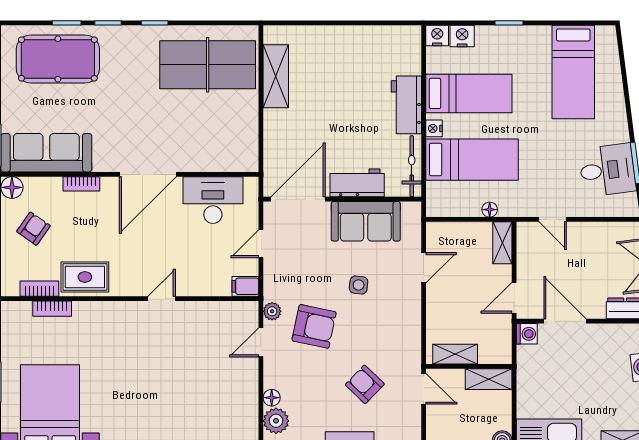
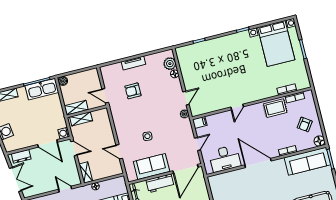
door: (148, 174) -> (258, 163), hinge flipped
door: (424, 268) -> (119, 152), hinge flipped
door: (514, 298) -> (74, 148), hinge flipped
armchair: (314, 326) -> (163, 112), removed
shelving: (455, 354) -> (81, 119), moved
armchair: (365, 384) -> (133, 91), turned 136

